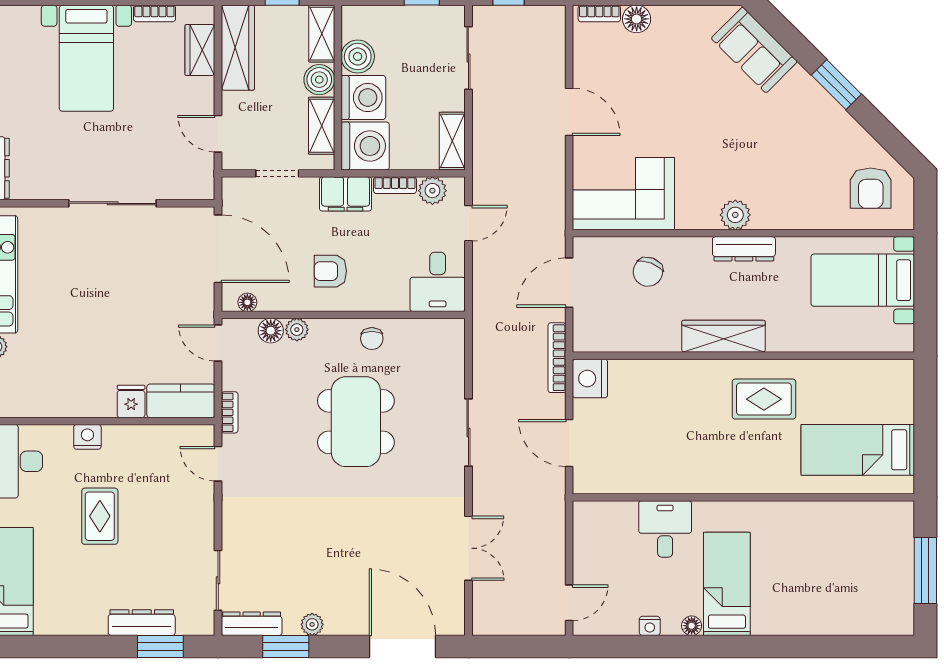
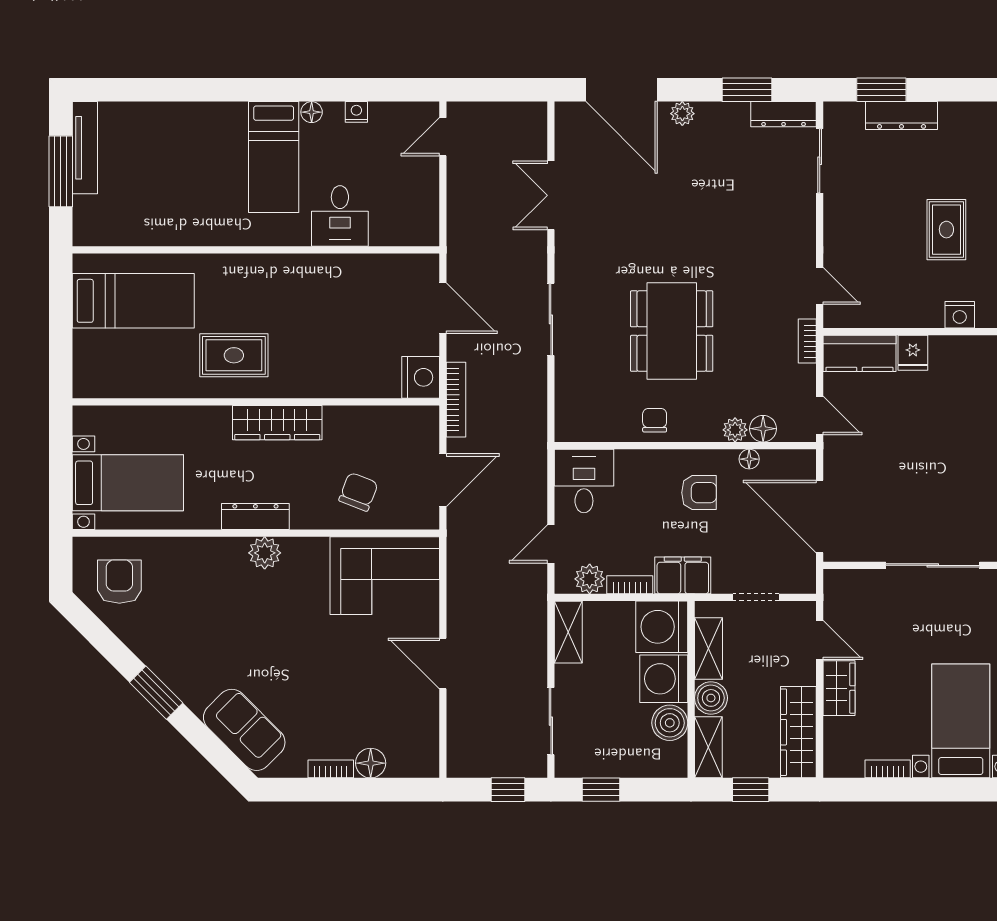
bookcase: (599, 13) -> (331, 769), moved
wardrobe: (200, 50) -> (839, 688), moved
floor lamp: (247, 302) -> (749, 459), moved
tv unit: (903, 593) -> (85, 148), added
plant: (312, 624) -> (682, 114), moved

